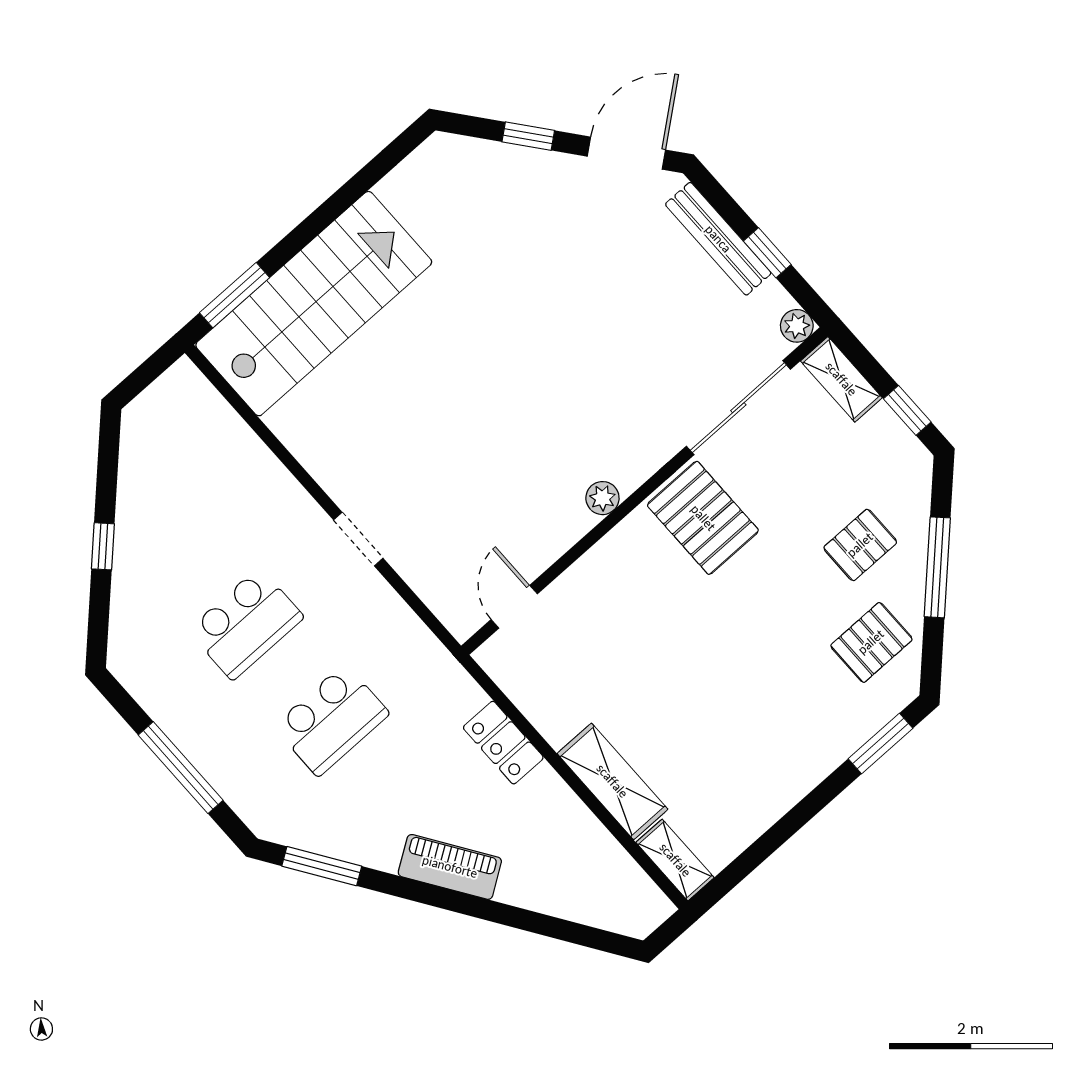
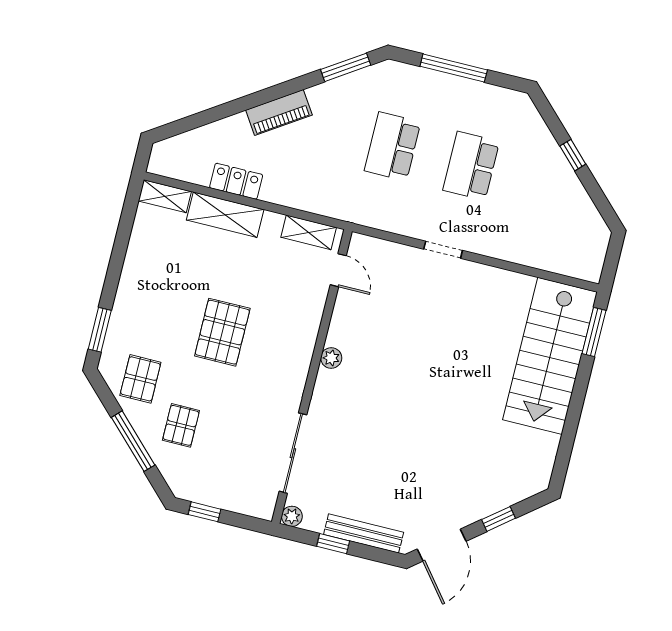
shelving: (841, 379) -> (309, 232), moved
pallet: (703, 518) -> (222, 332), moved, turned 90
locker: (503, 743) -> (236, 181), moved

